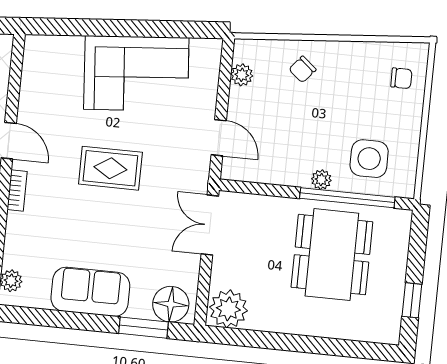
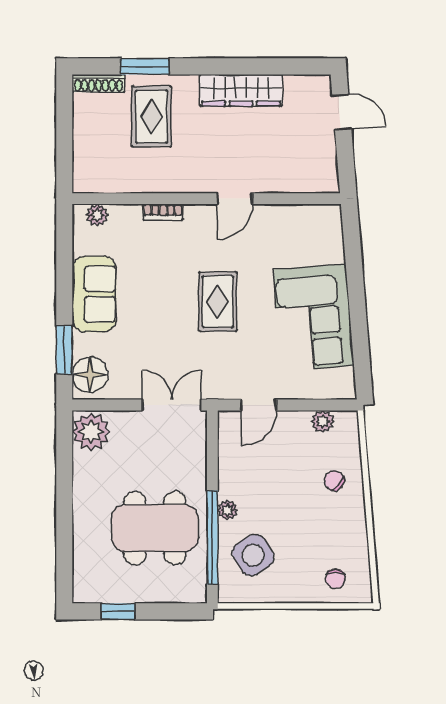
side table: (369, 159) -> (253, 555), turned -33
bookcase: (17, 190) -> (163, 212), moved

